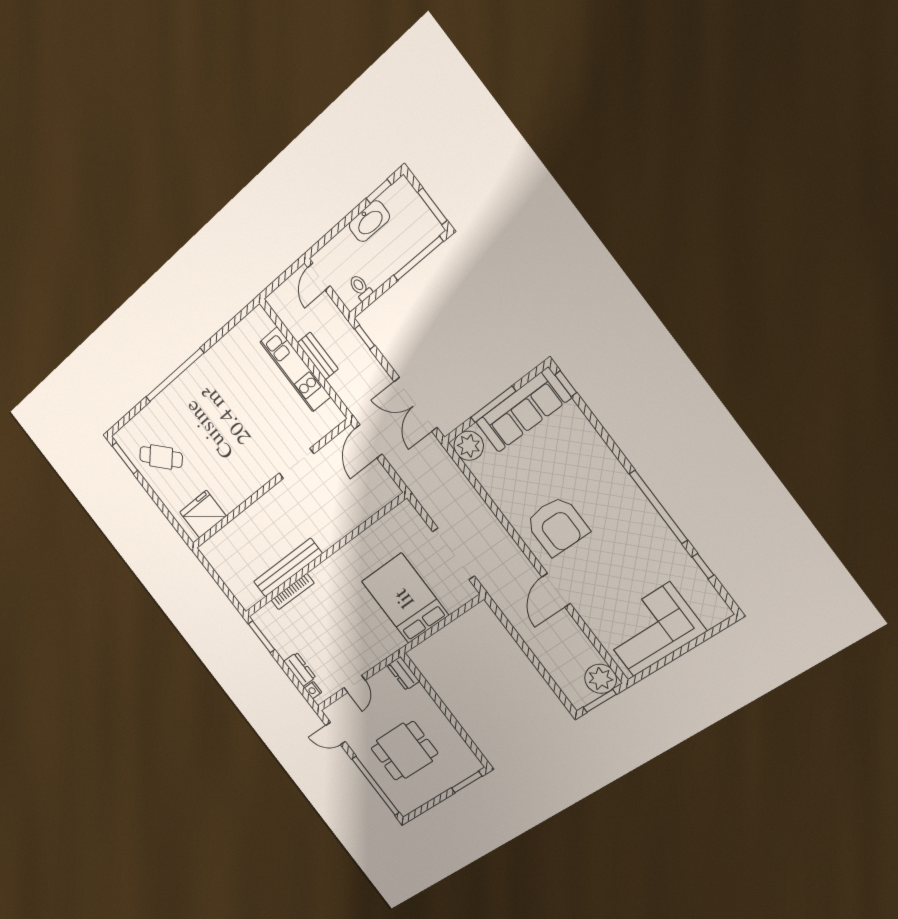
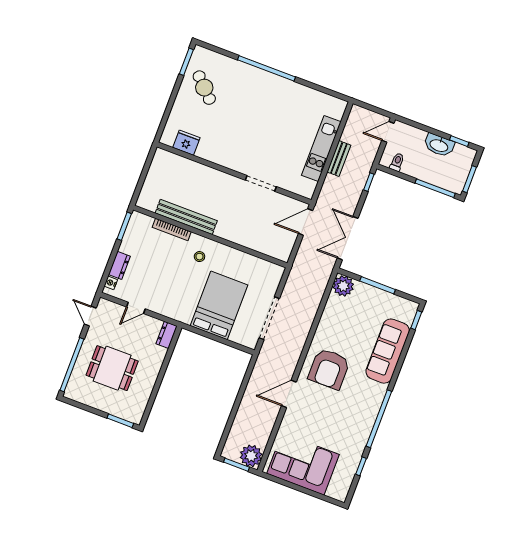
sofa: (523, 410) -> (388, 351), moved, turned 90
fridge: (203, 514) -> (186, 143), width x0.73, depth x0.75
stool: (339, 583) -> (199, 257), added

